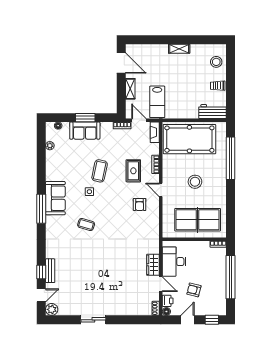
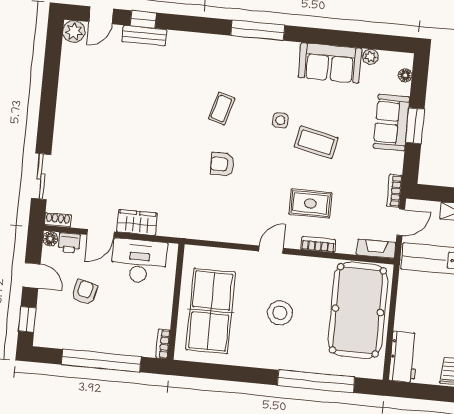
sofa: (55, 198) -> (330, 63), moved
armchair: (140, 204) -> (222, 164), moved
door: (41, 295) -> (101, 15), hinge flipped
sliding door: (93, 320) -> (41, 176), moved

